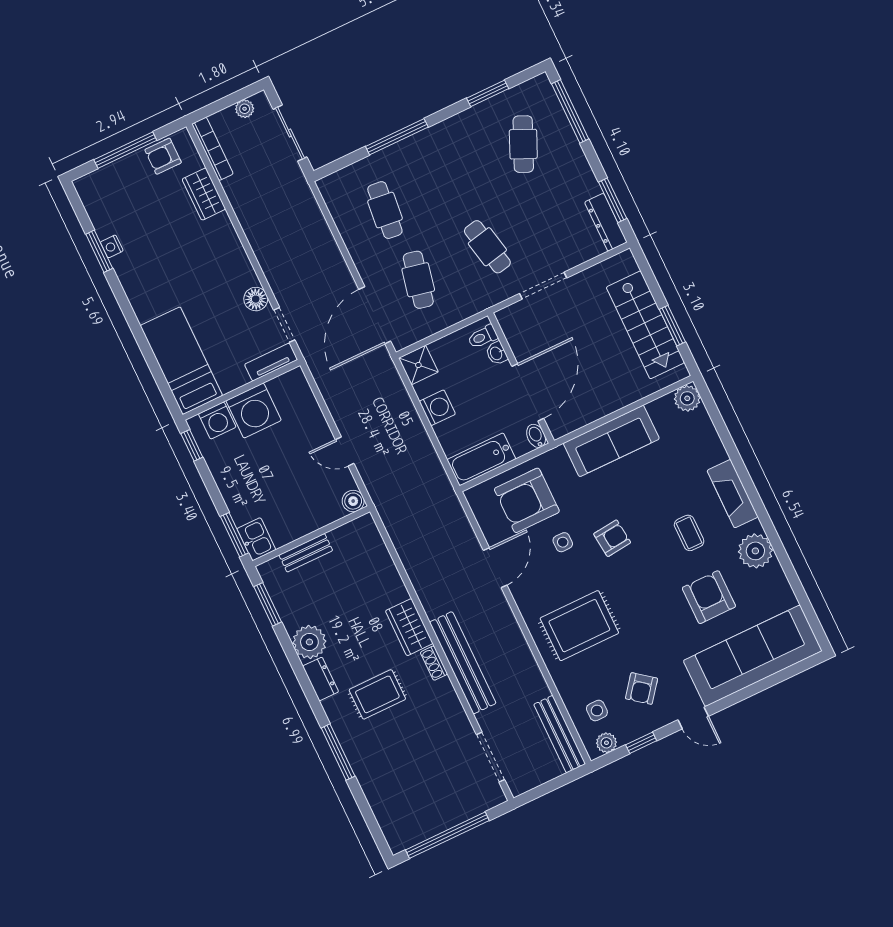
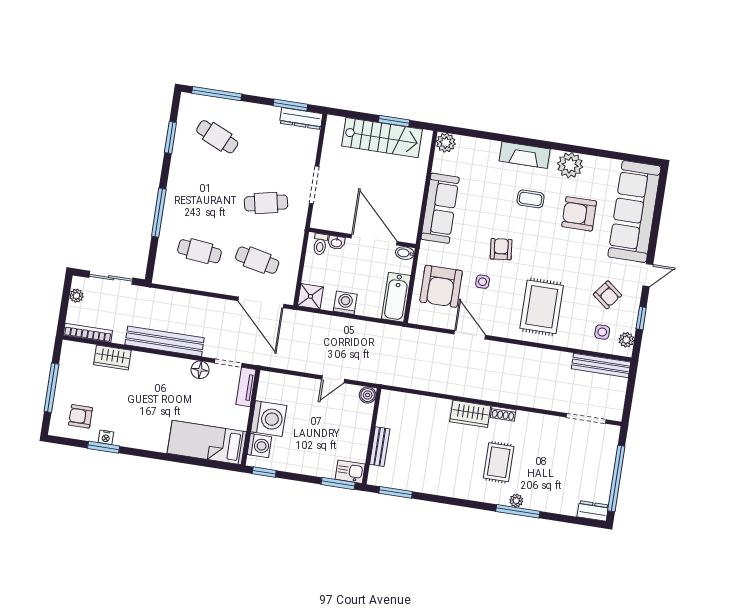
armchair: (163, 156) -> (81, 416), moved, turned 90
plant: (309, 642) -> (516, 501), moved, width x0.53, depth x0.53
bench: (463, 663) -> (165, 341), moved
dresser: (321, 679) -> (593, 511), moved

